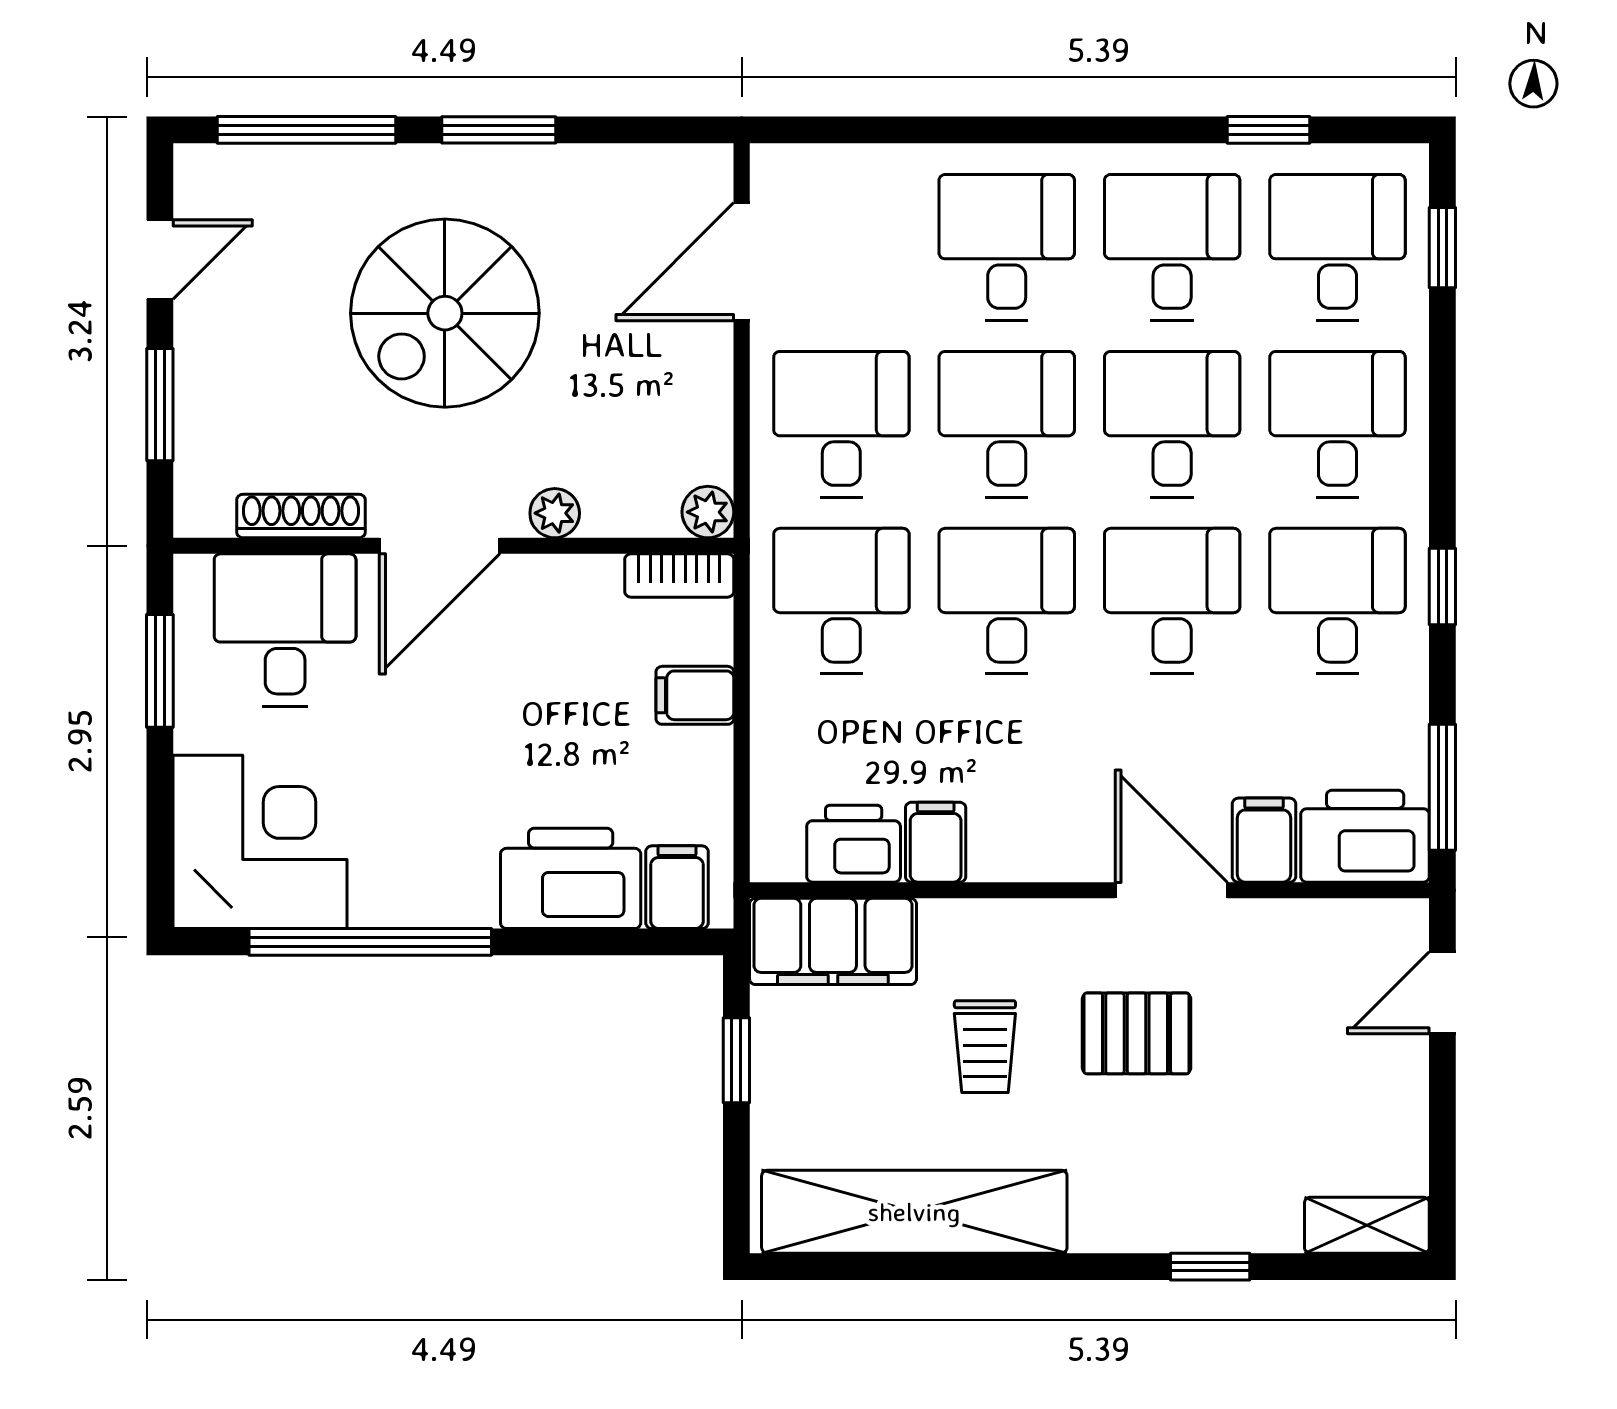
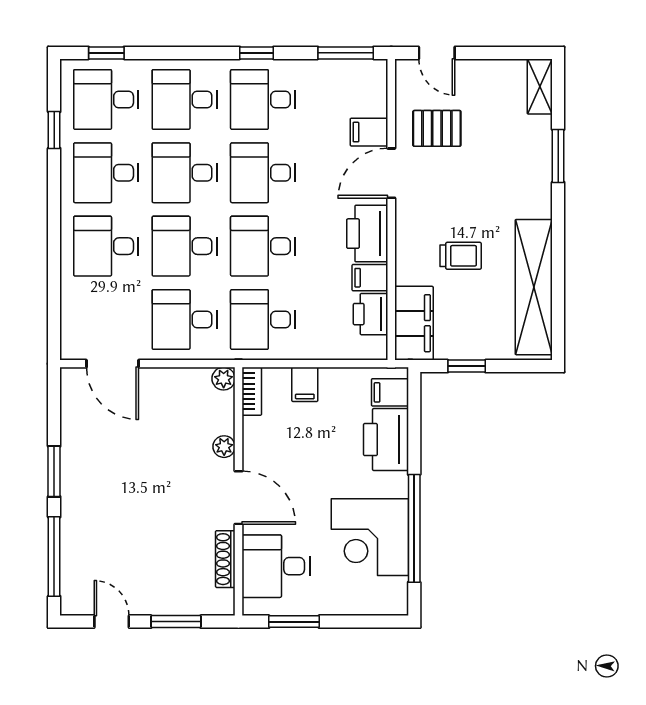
spiral stairs: (445, 313) -> (135, 495), removed
printer: (1365, 836) -> (367, 234), moved
corner desk: (260, 842) -> (370, 537), moved, turned -90
pallet: (1137, 1033) -> (437, 128), moved, turned 90
window: (1210, 1267) -> (558, 156), width x1.50

